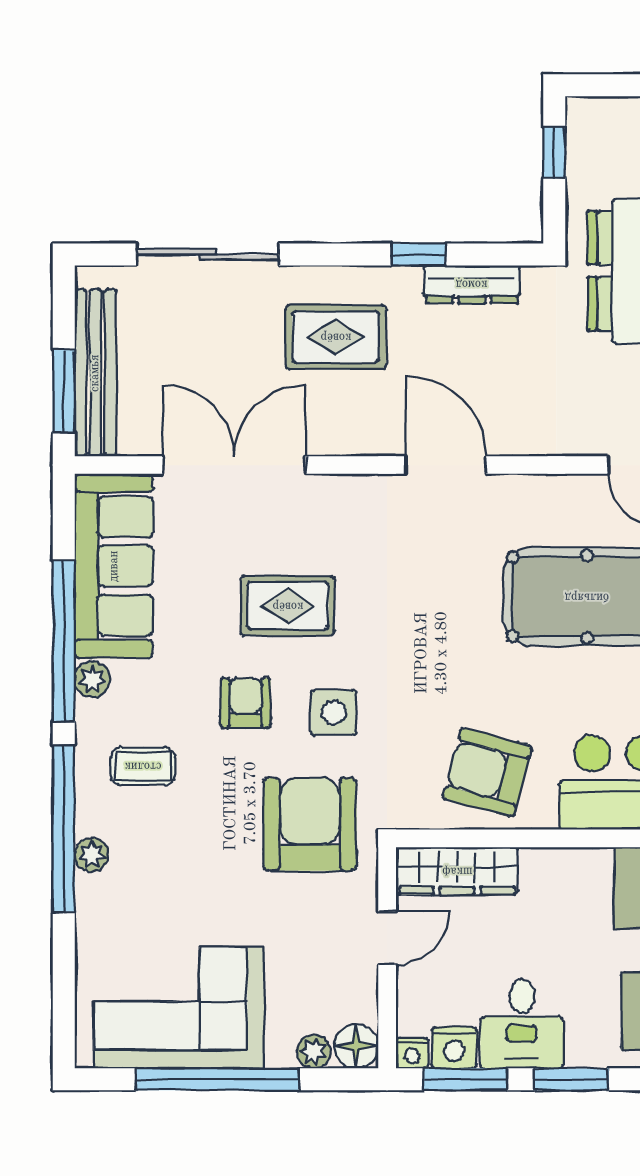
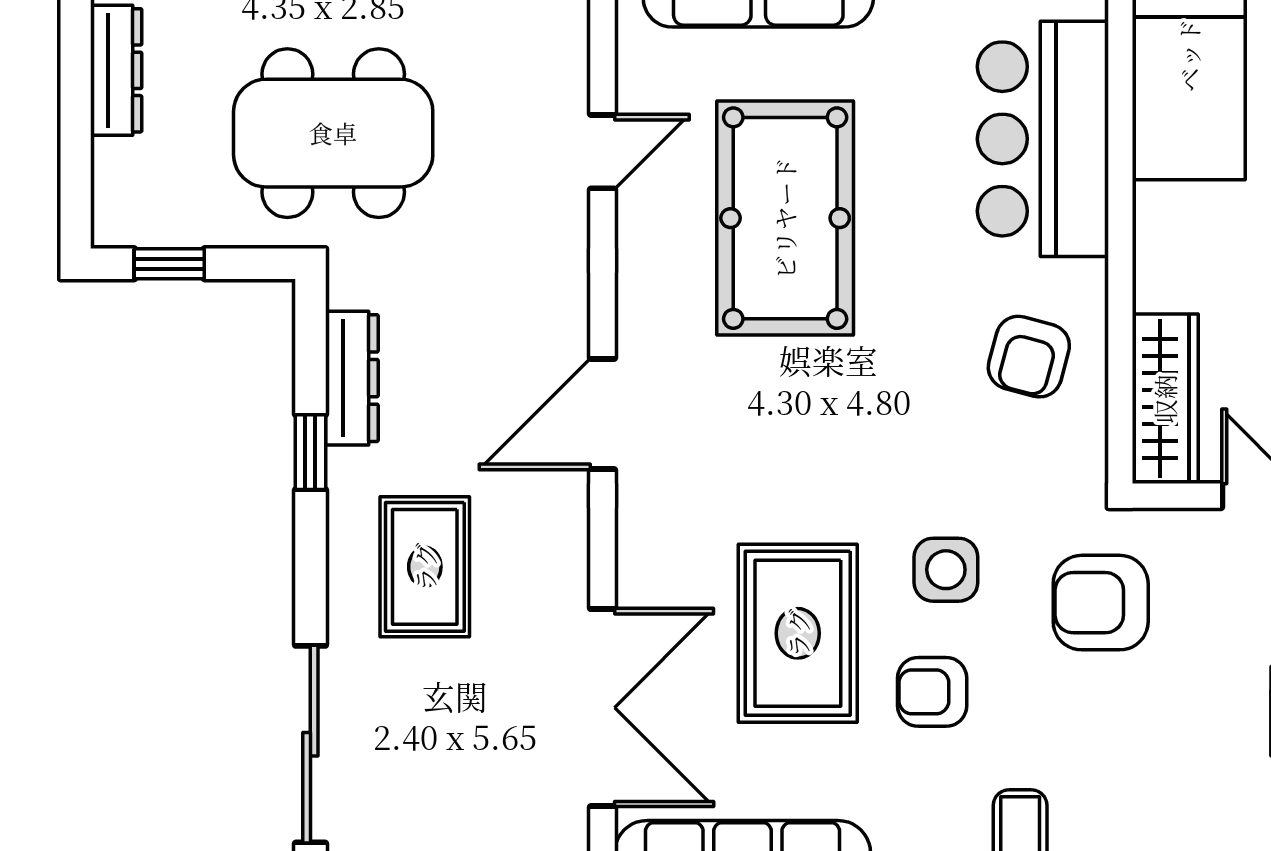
double door: (234, 465) -> (603, 708), swing flipped
rug: (288, 606) -> (798, 633), width x1.36, depth x1.43
armchair: (487, 772) -> (1029, 357), width x0.72, depth x0.72
armchair: (310, 824) -> (1101, 603), width x0.73, depth x0.73

